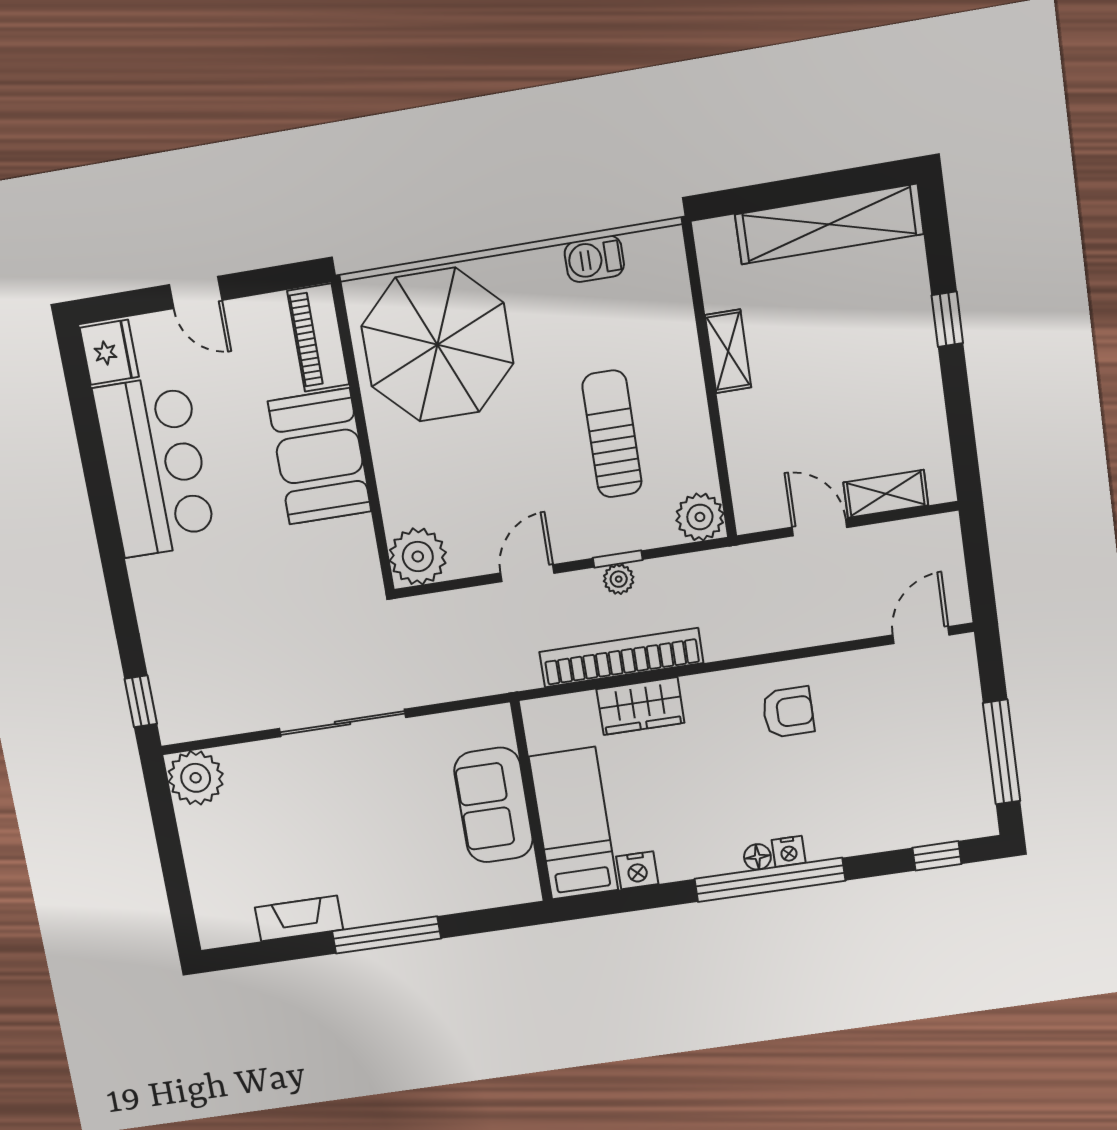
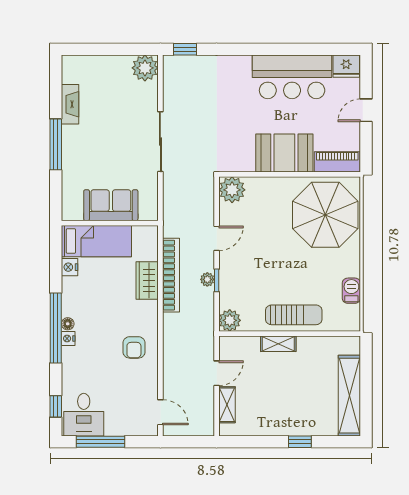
shelving: (728, 351) -> (278, 344), moved
sun lounger: (612, 434) -> (294, 315), moved
door: (527, 573) -> (217, 238), hinge flipped
desk: (947, 796) -> (84, 415), added

